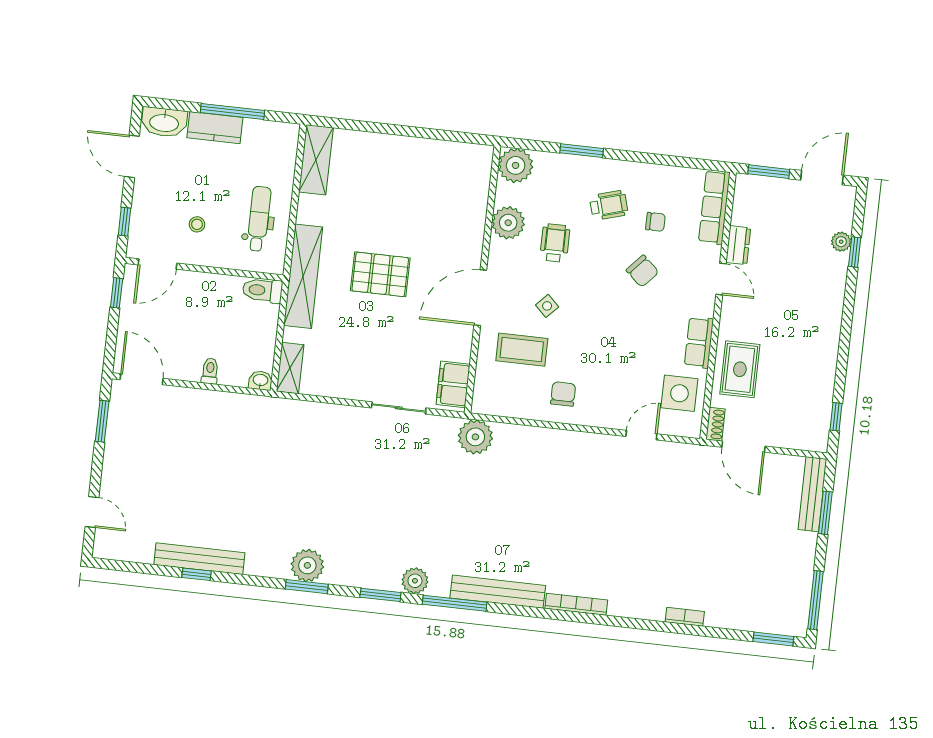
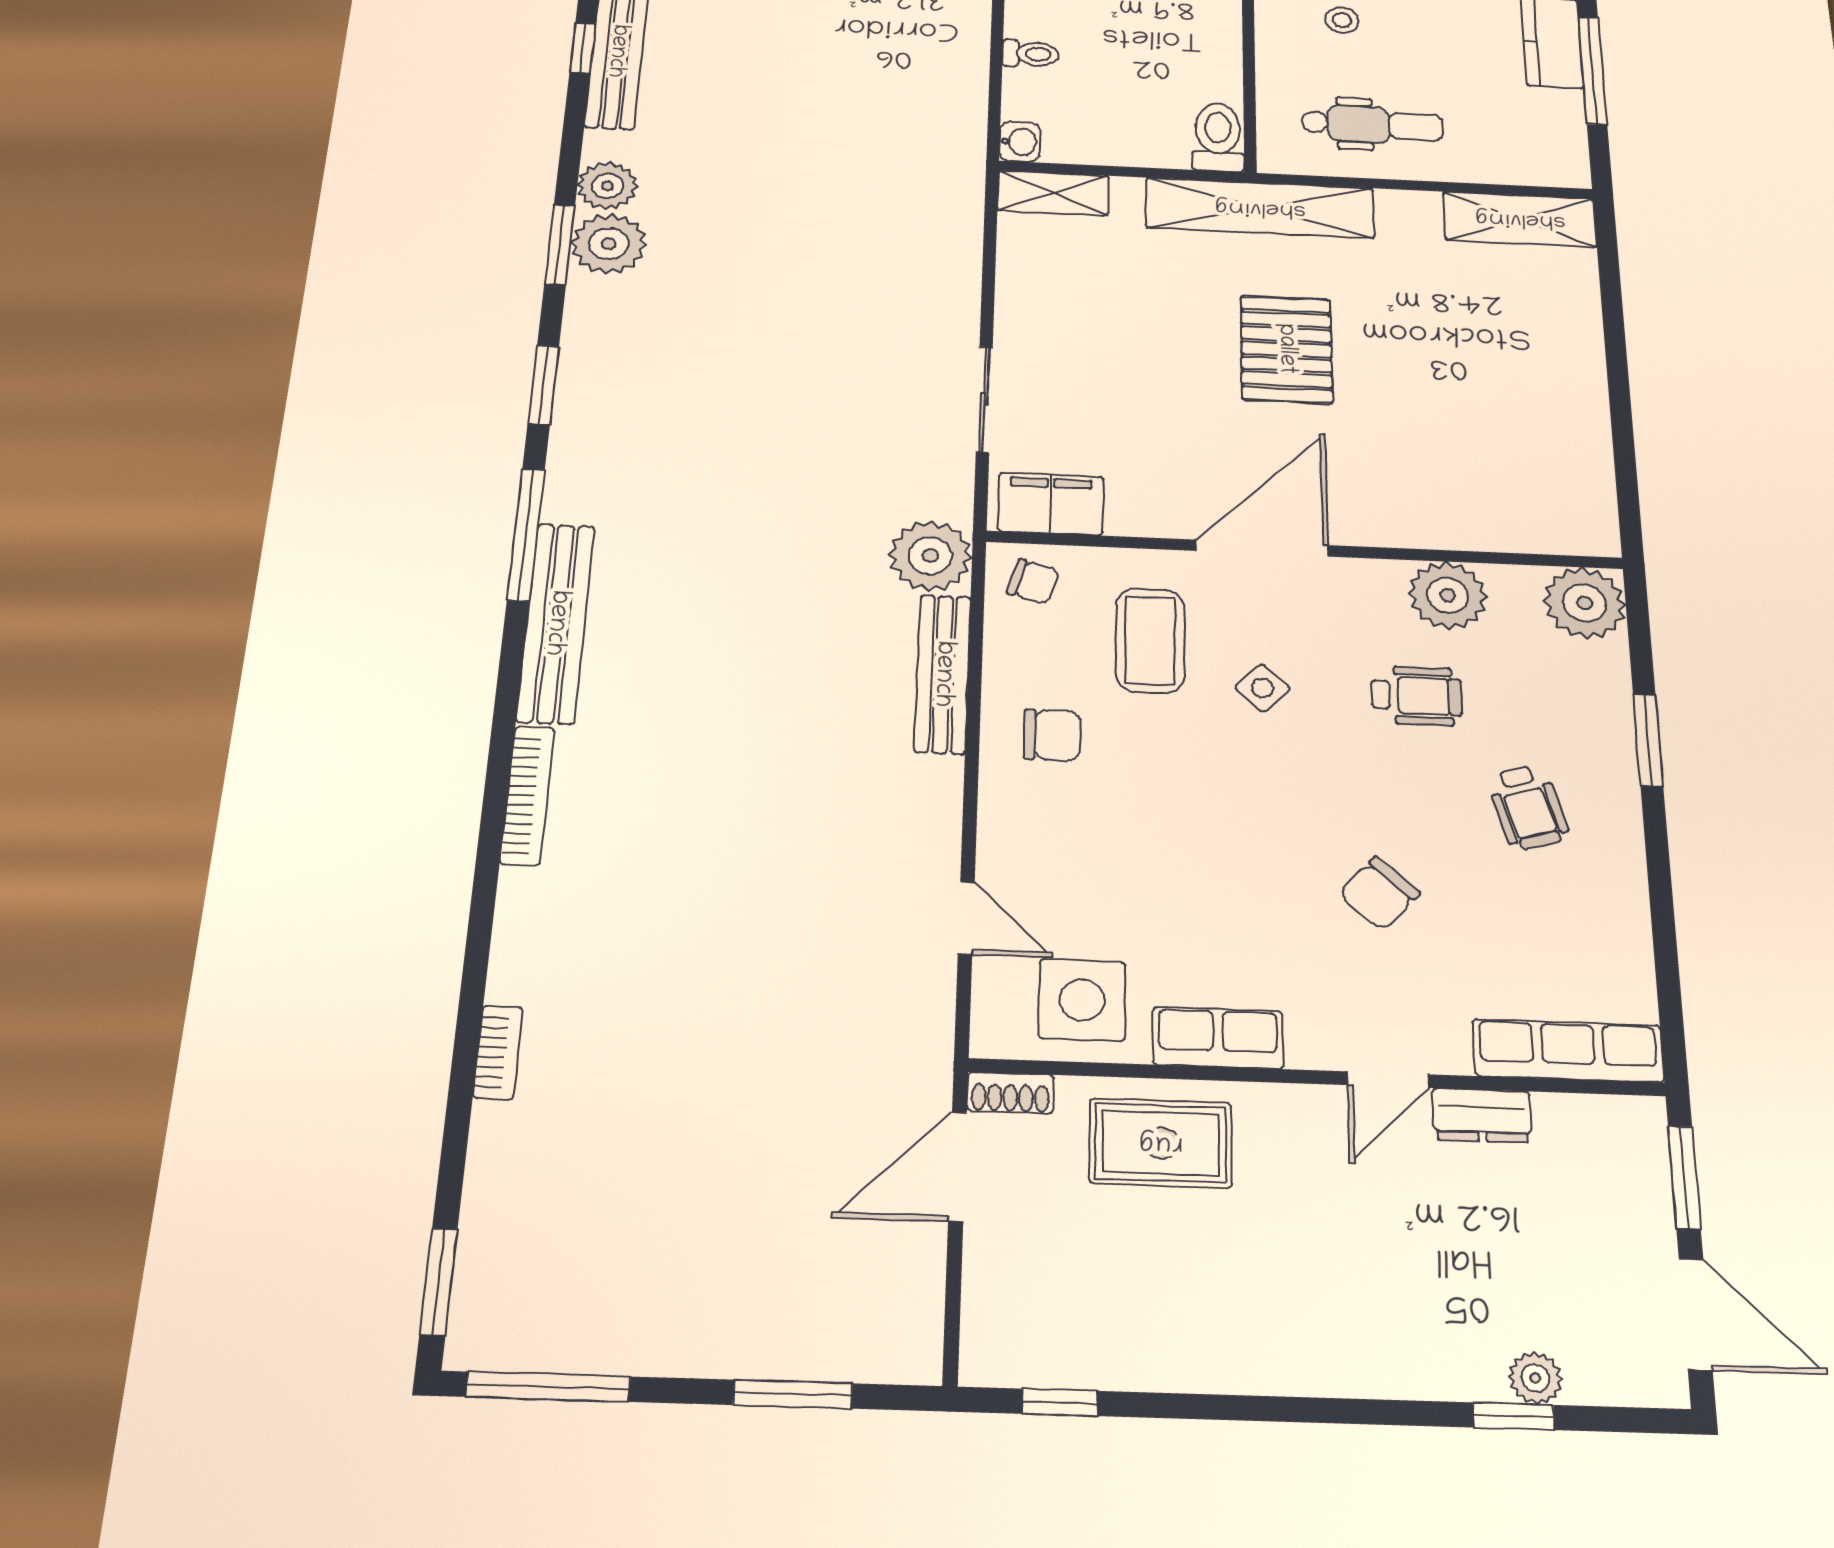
chair: (655, 222) -> (1033, 582), moved, turned -74
door: (480, 298) -> (1262, 548), hinge flipped
bench: (812, 494) -> (943, 674), moved, turned 90
plant: (415, 581) -> (607, 186), moved

